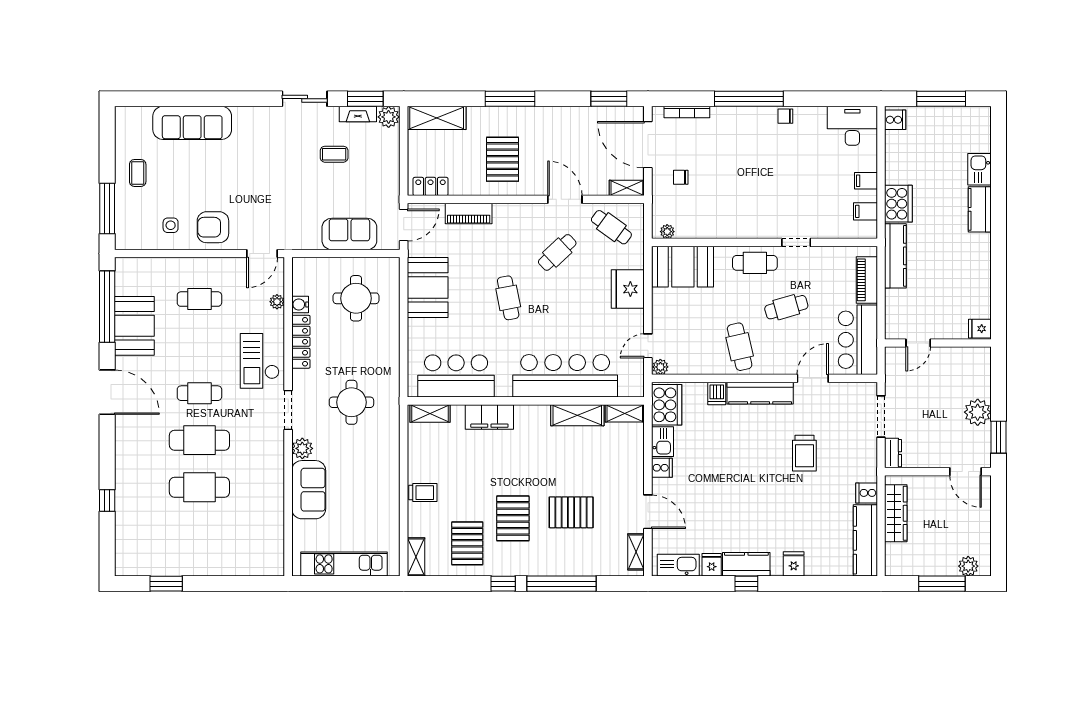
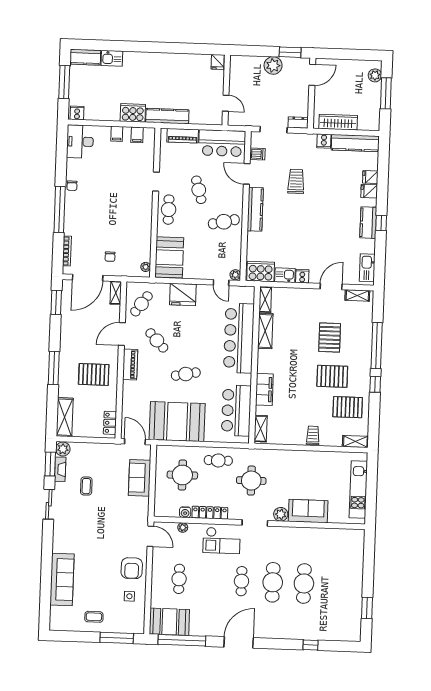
kitchen counter: (980, 209) -> (85, 57), moved
piano: (469, 214) -> (130, 365), moved
booth: (428, 287) -> (177, 422), width x1.36, depth x1.42
booth: (134, 326) -> (169, 622), moved
cafe table: (380, 352) -> (218, 460), added
dishwasher: (717, 393) -> (257, 154), moved
trolley: (804, 453) -> (296, 181), turned -90
fridge: (712, 565) -> (370, 177), moved

